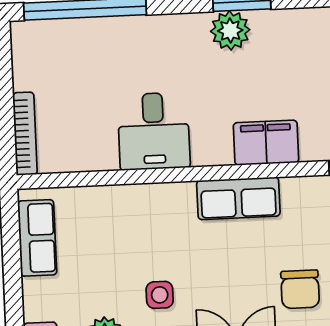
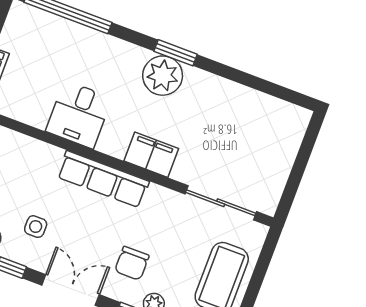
plant: (230, 30) -> (163, 76), width x1.36, depth x1.36
row of seats: (238, 198) -> (103, 179), width x1.48

